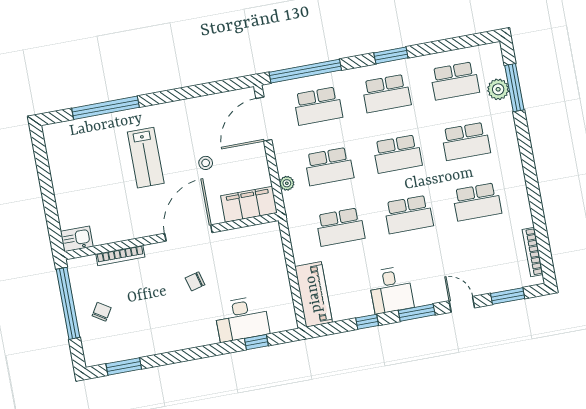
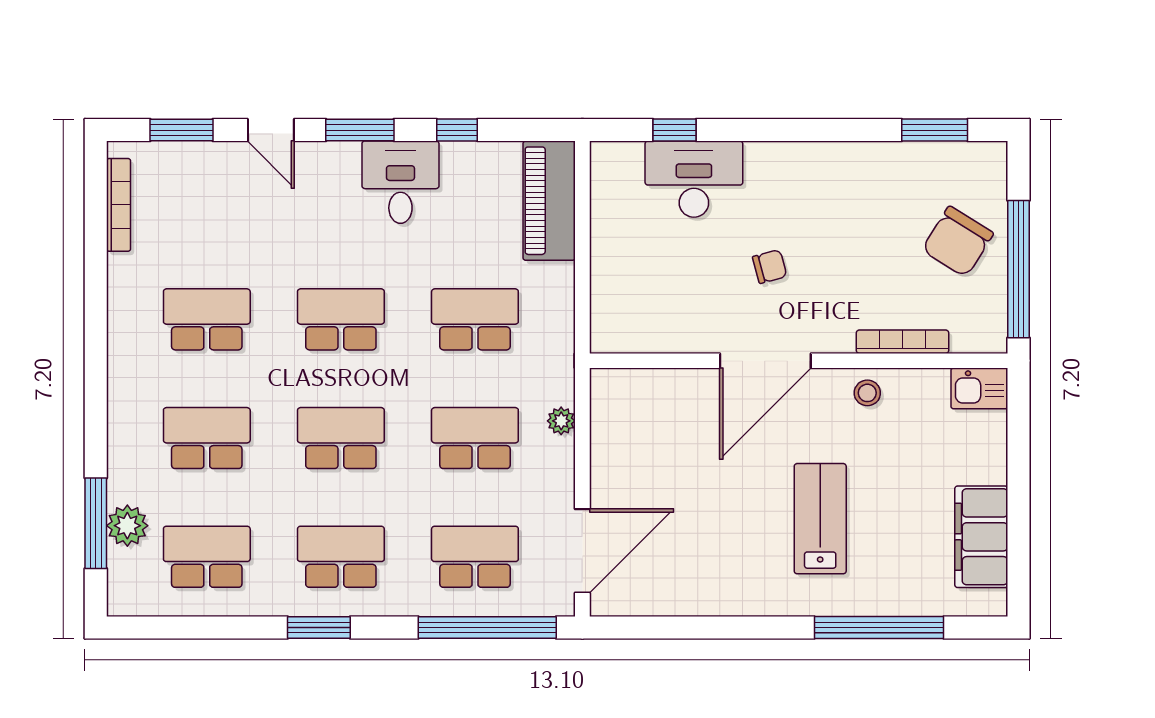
stool: (206, 163) -> (867, 393), moved
filing cabinet: (249, 204) -> (981, 537), moved, turned 90
chair: (102, 312) -> (958, 242), width x1.87, depth x1.87

